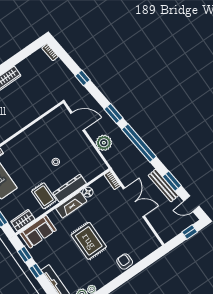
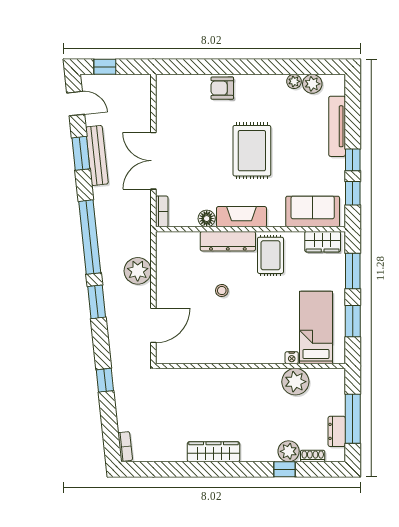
door: (77, 121) -> (153, 325), swing flipped
armchair: (125, 262) -> (222, 88), turned 90

